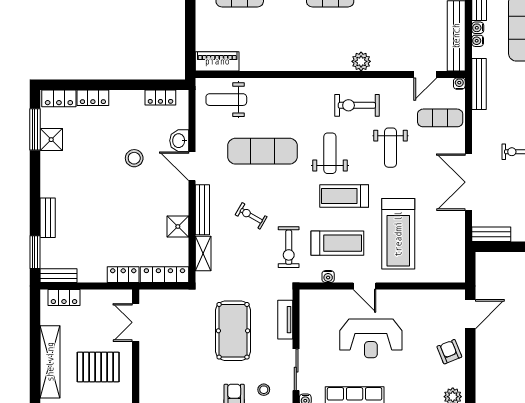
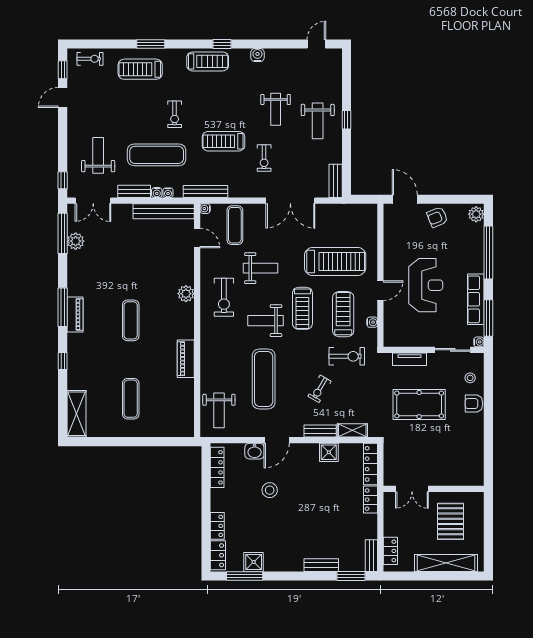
piano: (217, 61) -> (186, 359), moved
locker: (160, 98) -> (217, 467), width x1.53
bench: (202, 210) -> (320, 431), width x0.73

